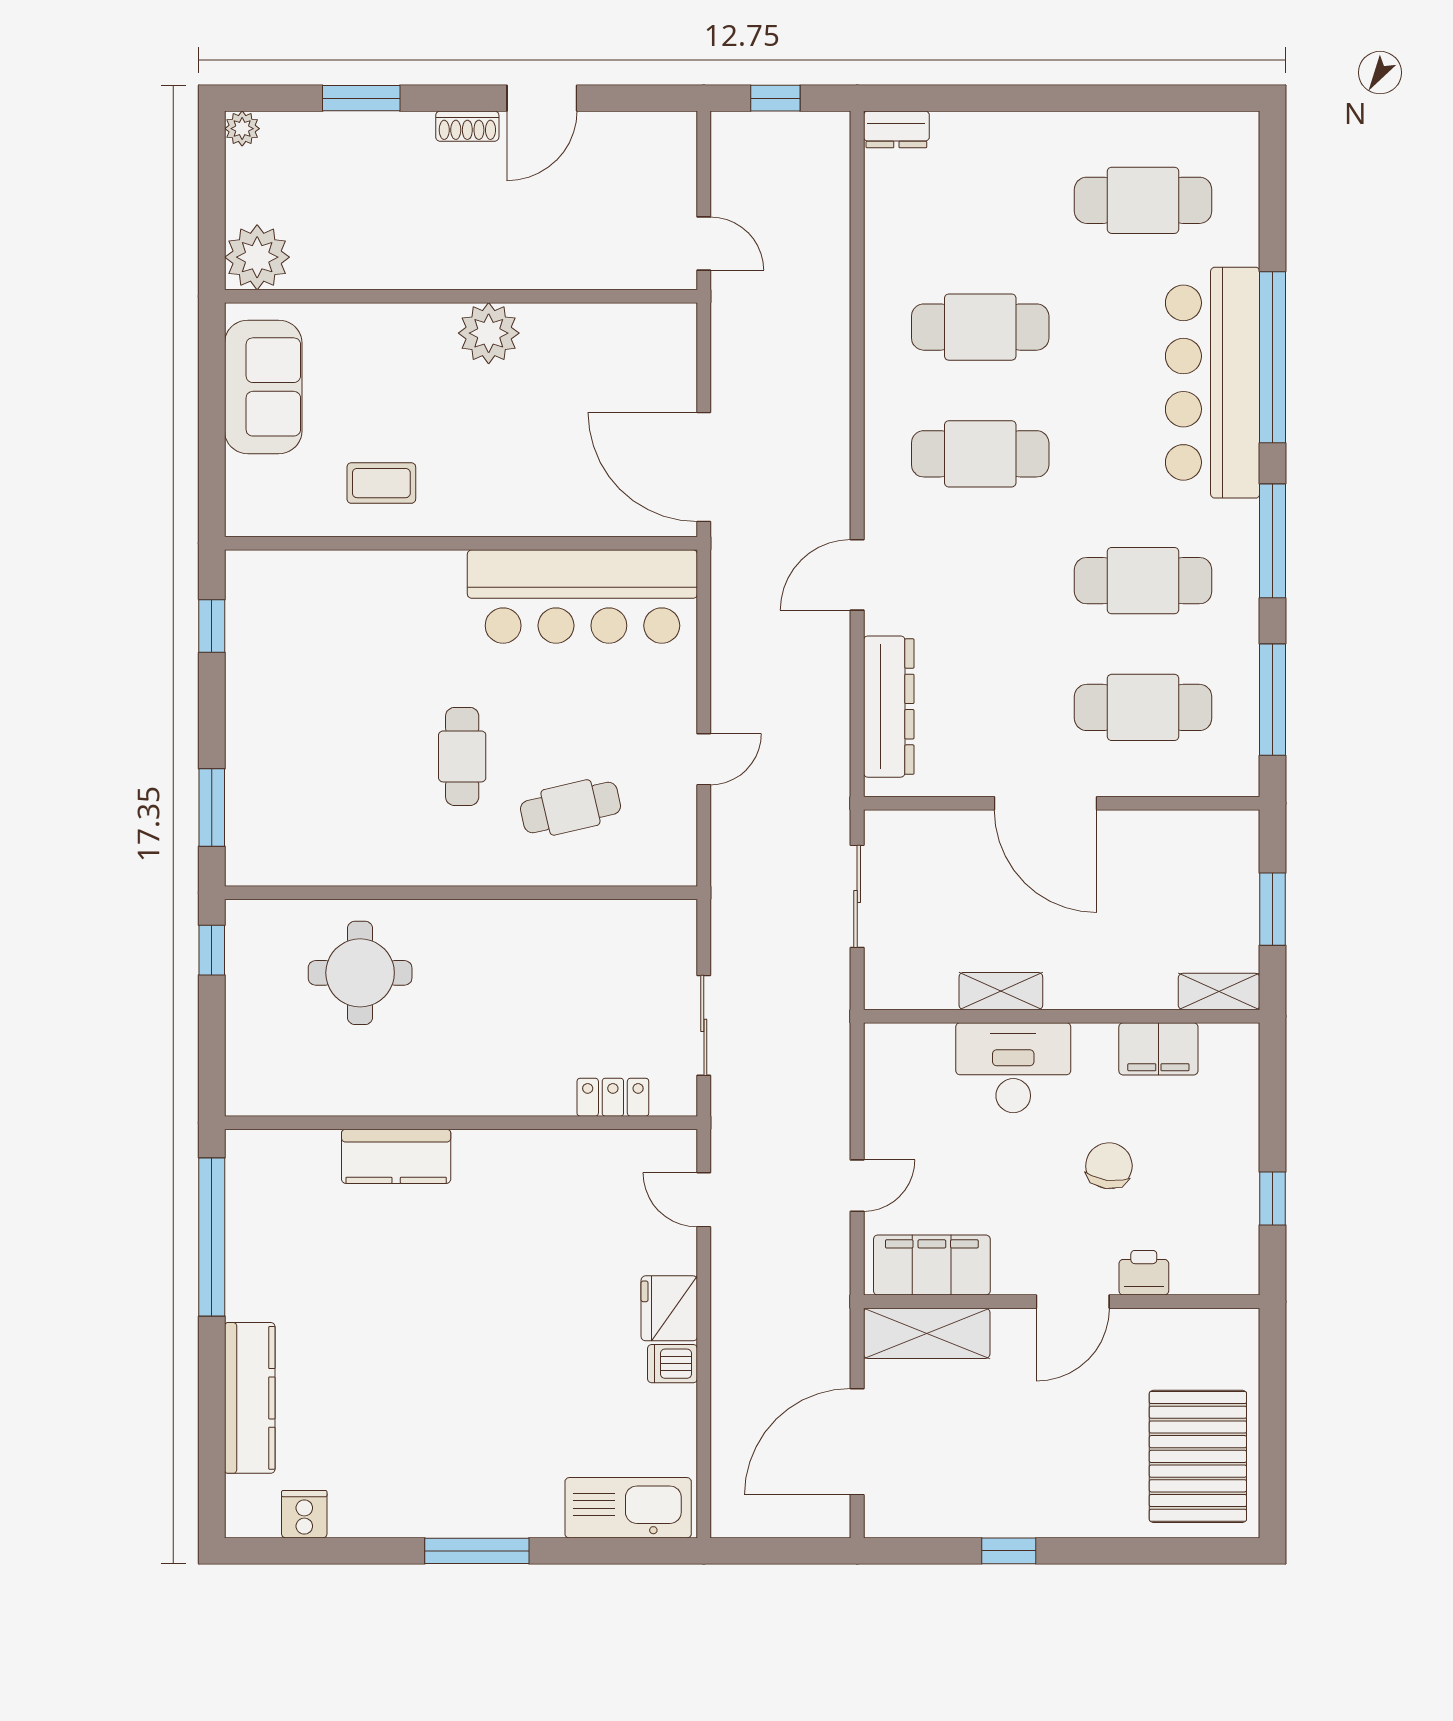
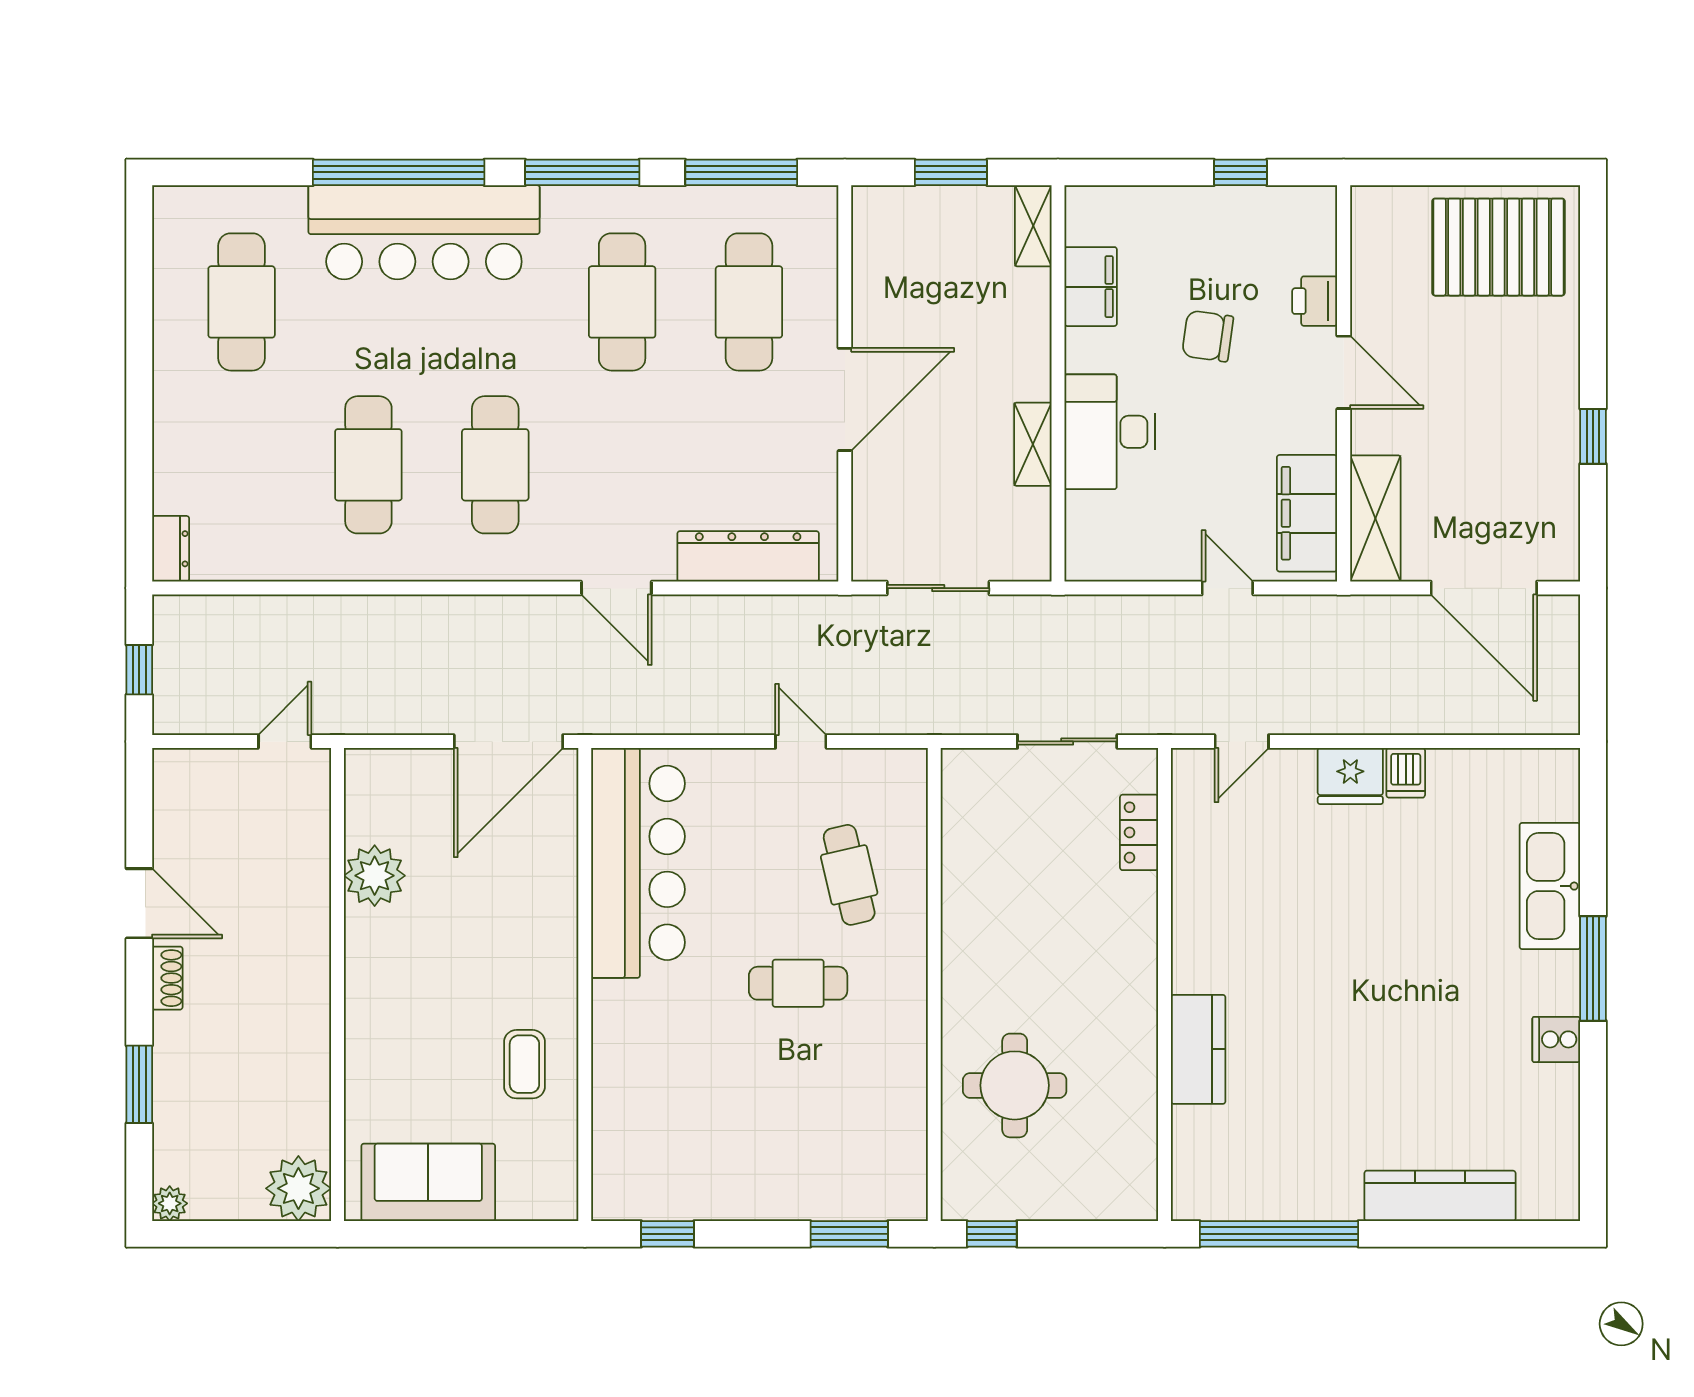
plant: (489, 333) -> (375, 876), moved
kitchen sink: (628, 1508) -> (1550, 886), moved
cooker: (304, 1514) -> (1556, 1039), moved

